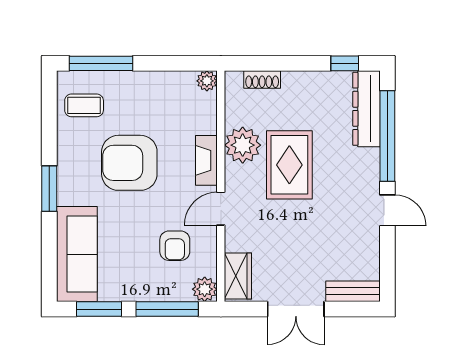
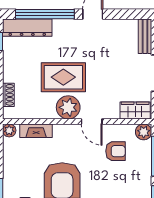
plant: (243, 145) -> (68, 107), moved
fireplace: (206, 160) -> (36, 131), moved

